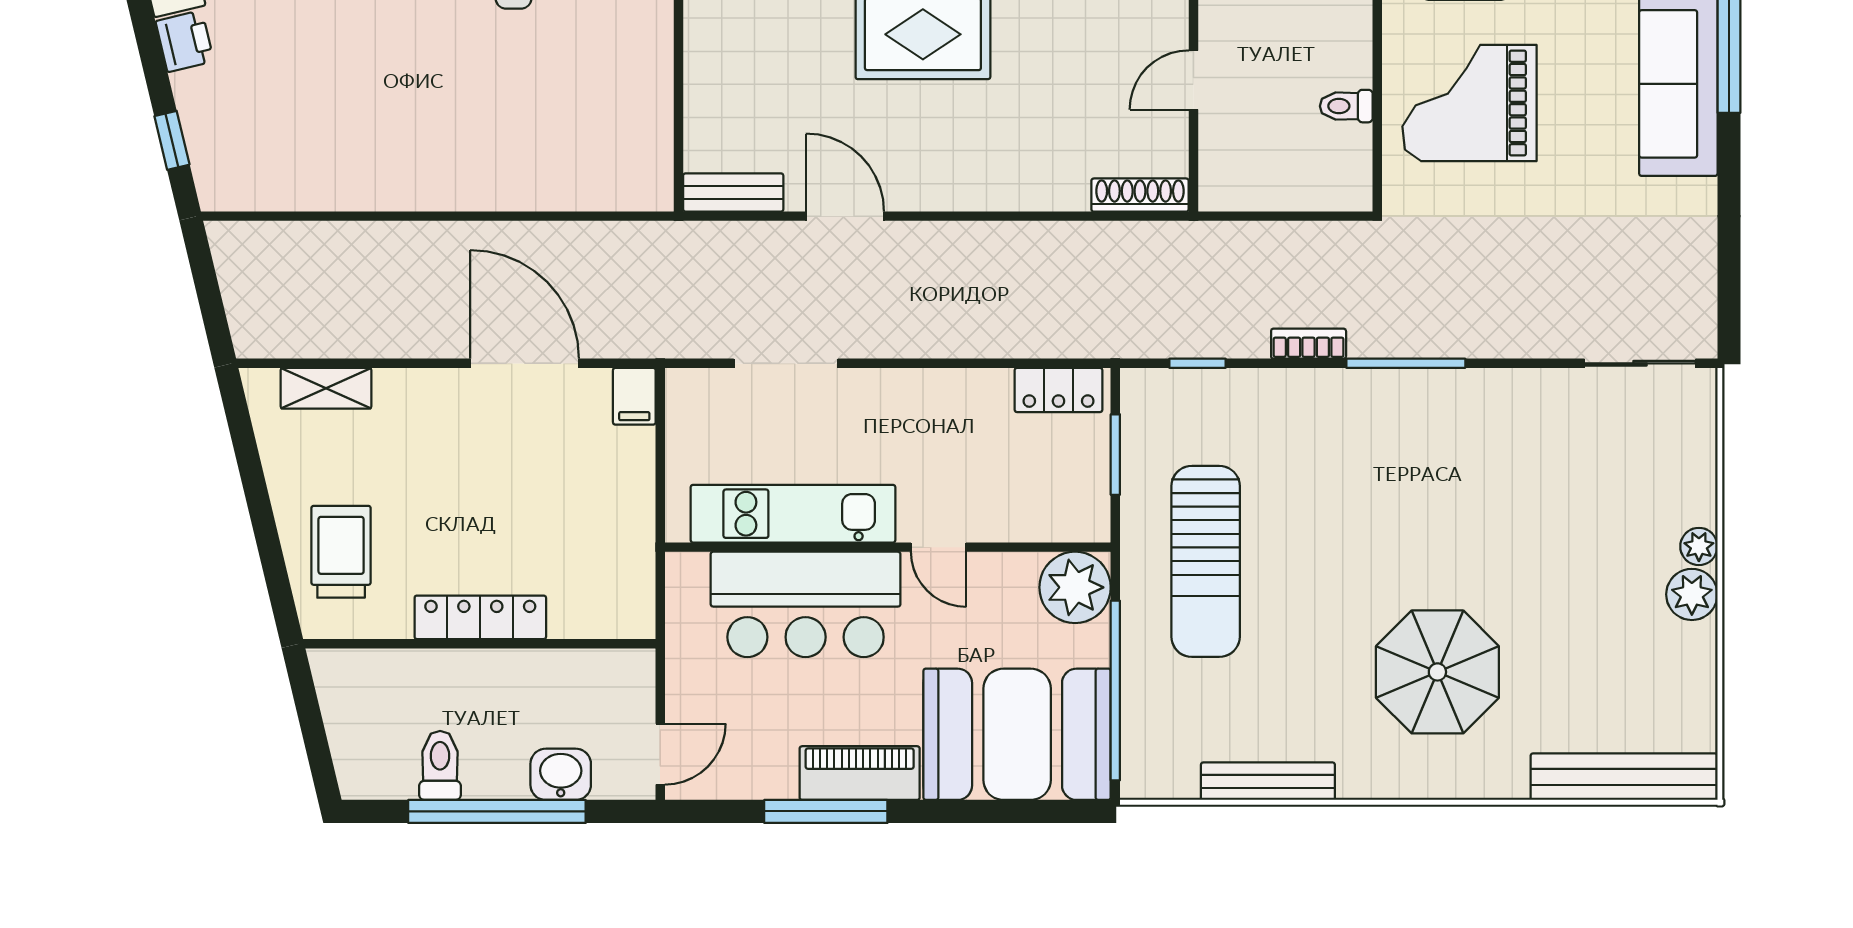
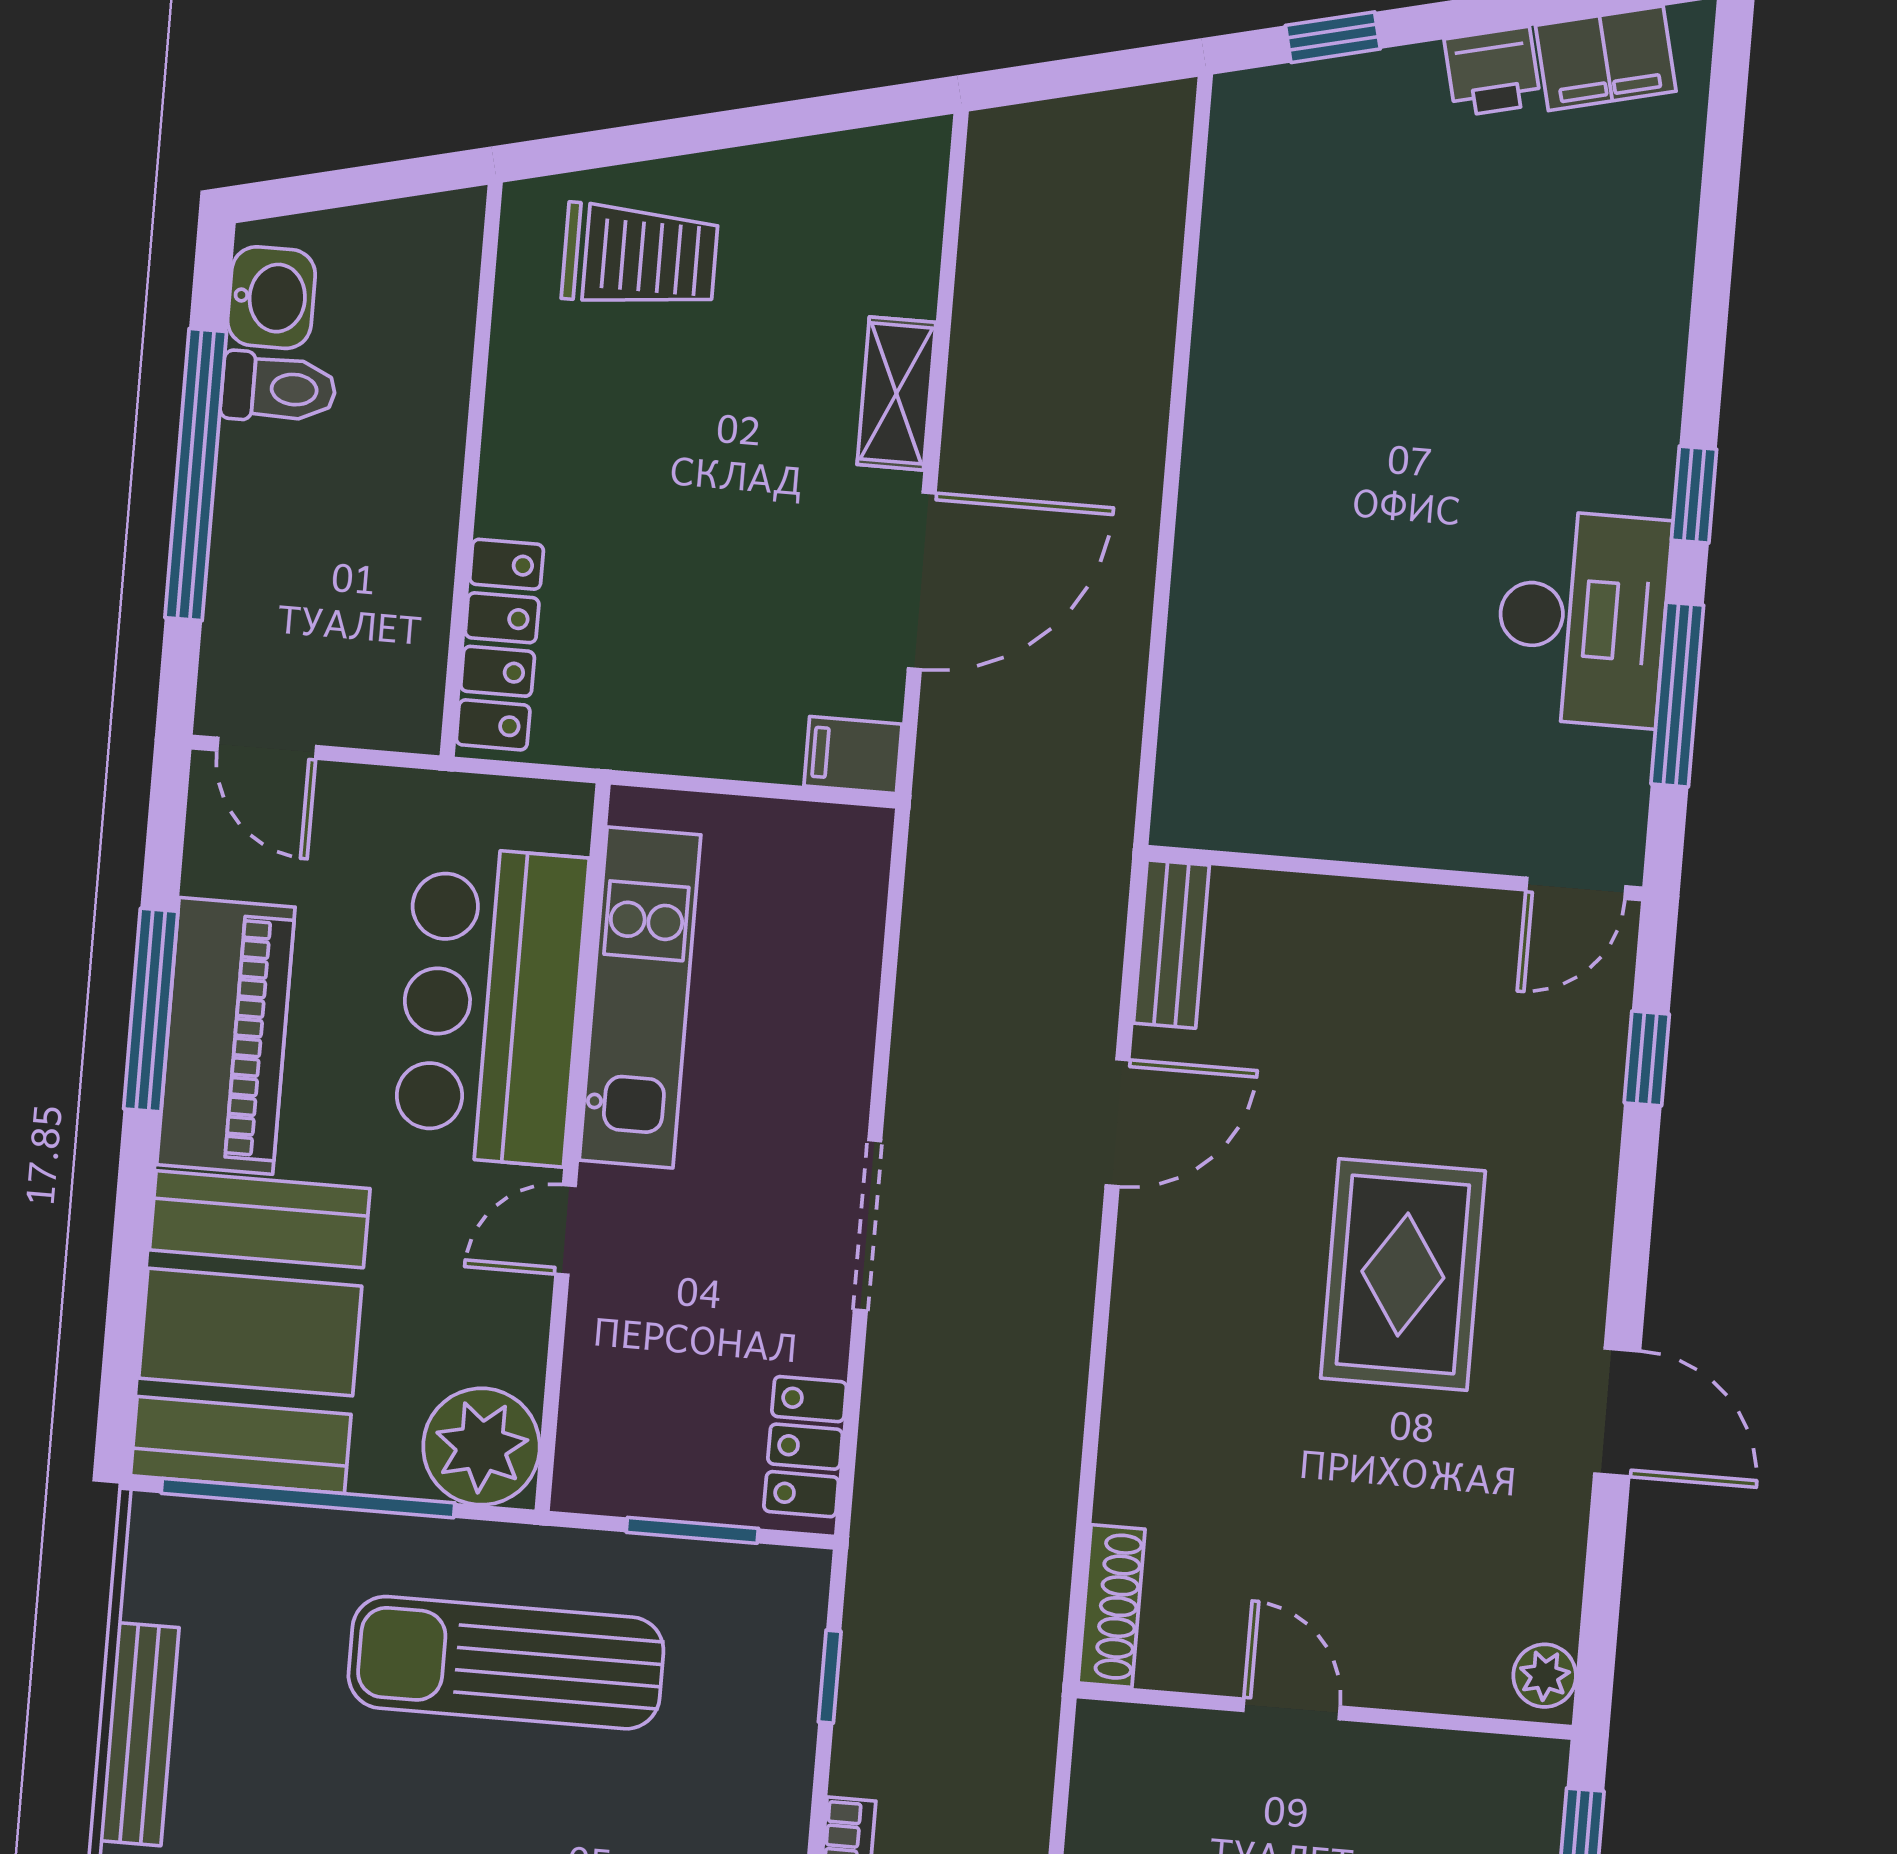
doorway: (786, 363) -> (868, 1225), moved
shelving: (326, 388) -> (896, 393), moved
locker: (480, 617) -> (500, 645), moved
piano: (860, 773) -> (226, 1036), width x1.37, depth x1.33
washbasin: (561, 774) -> (271, 298), moved

